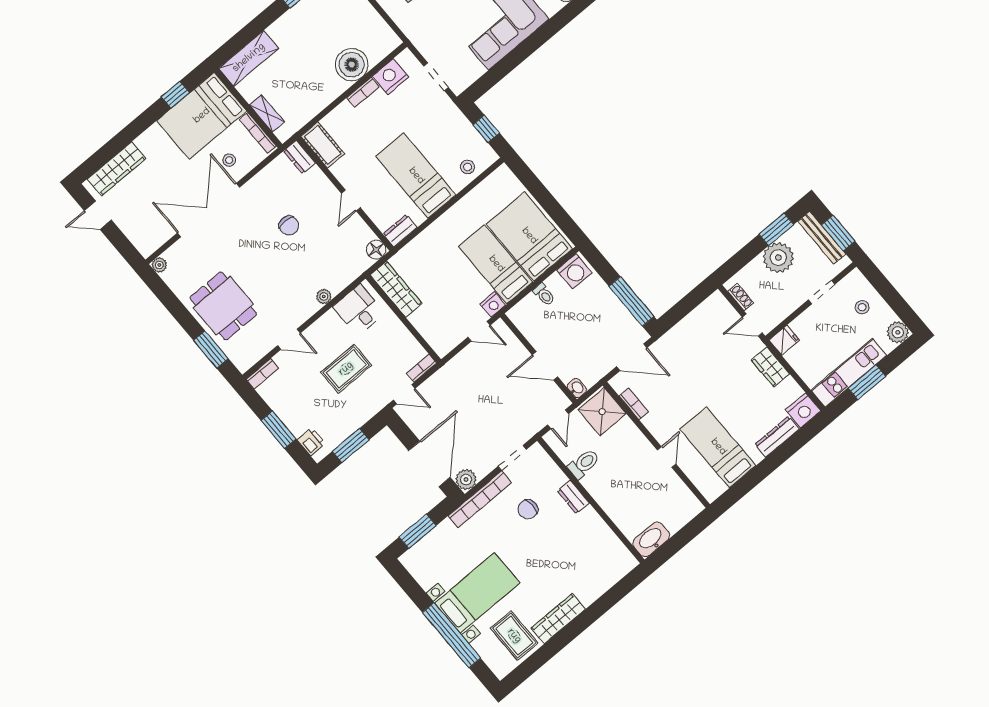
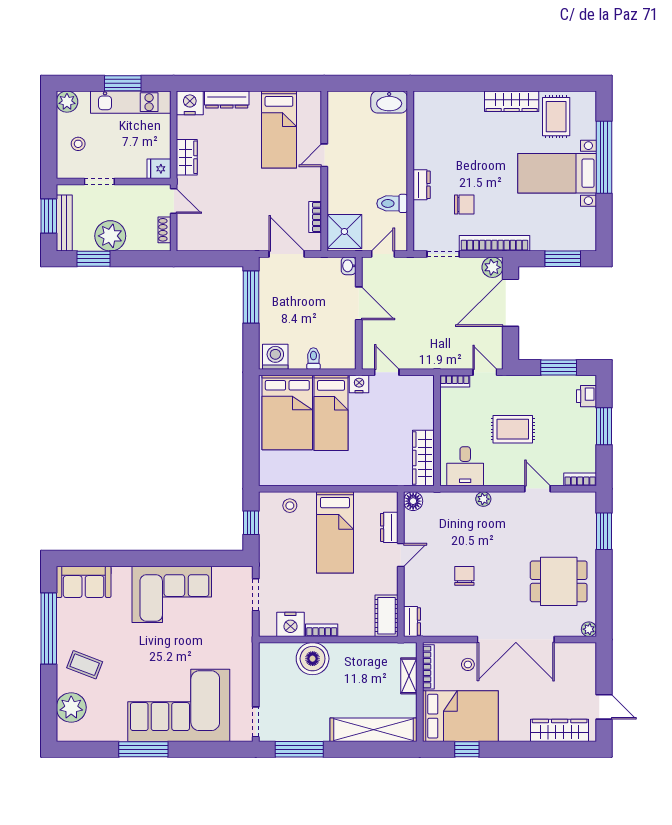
shelving: (249, 58) -> (374, 730), width x1.47
dresser: (400, 231) -> (389, 527), moved, turned 90
dining table: (223, 306) -> (559, 581), moved, turned 90

